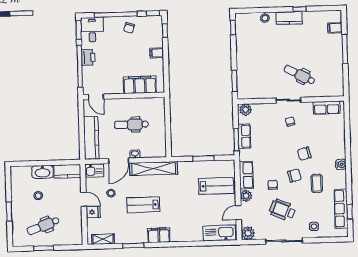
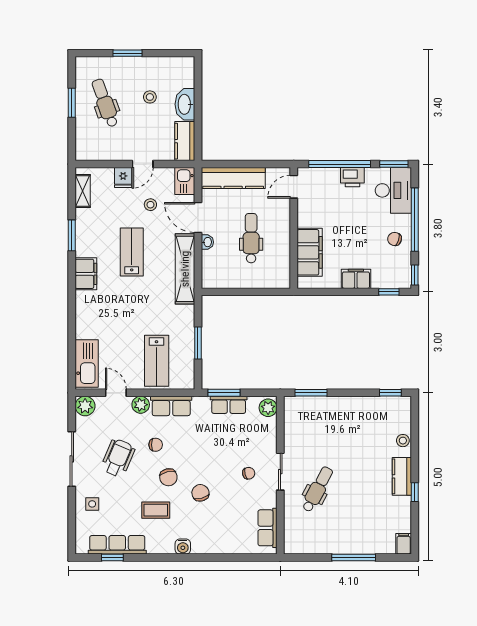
filing cabinet: (335, 28) -> (404, 544), moved
desk: (92, 30) -> (393, 190), width x1.37
filing cabinet: (157, 53) -> (356, 279), width x2.00

